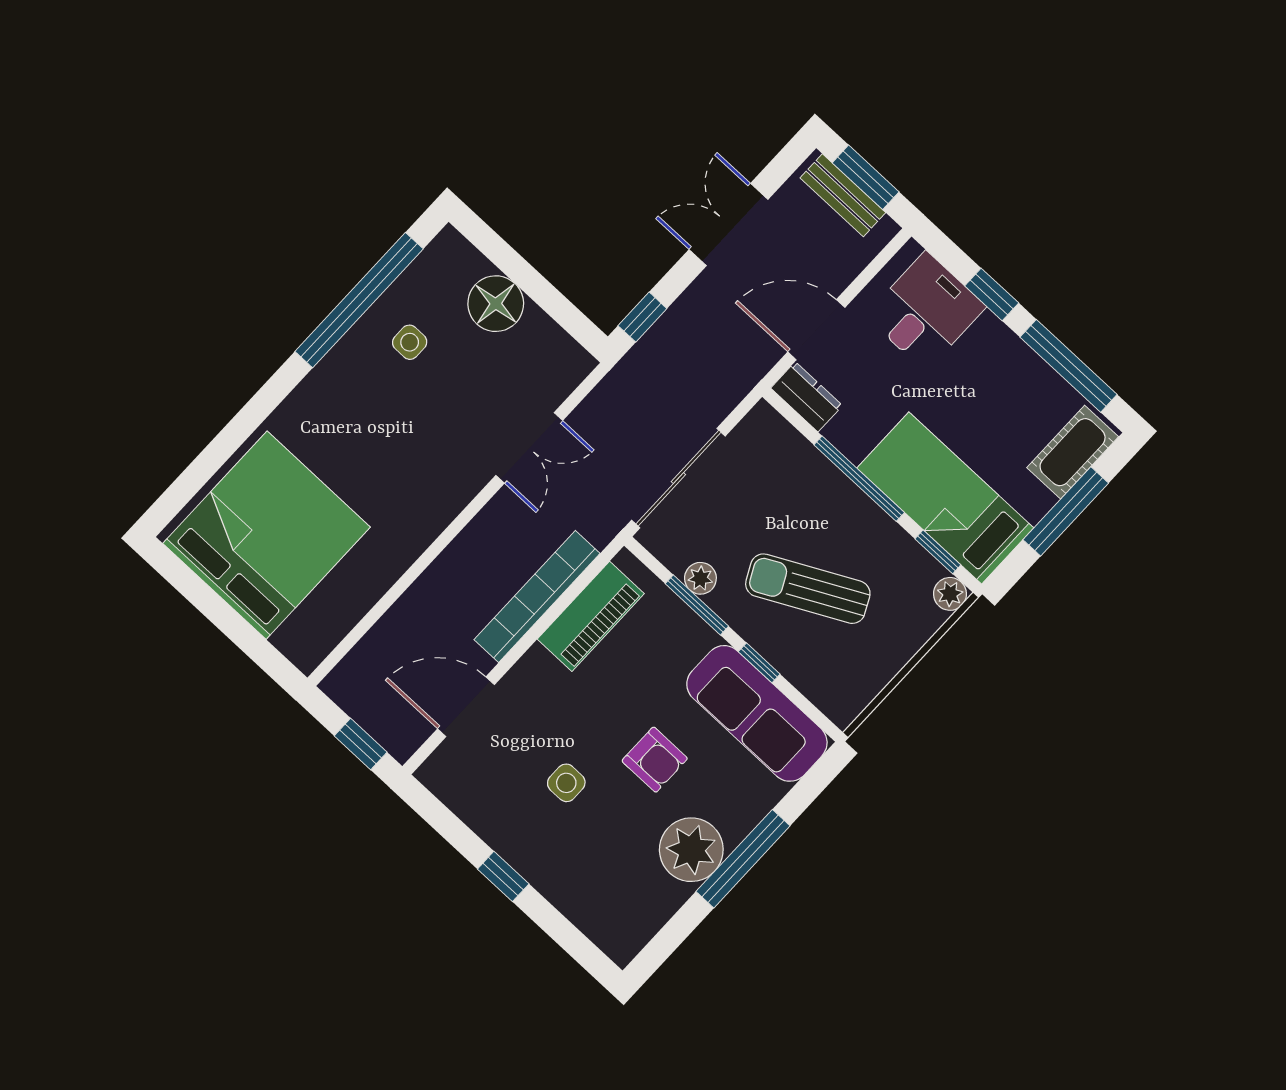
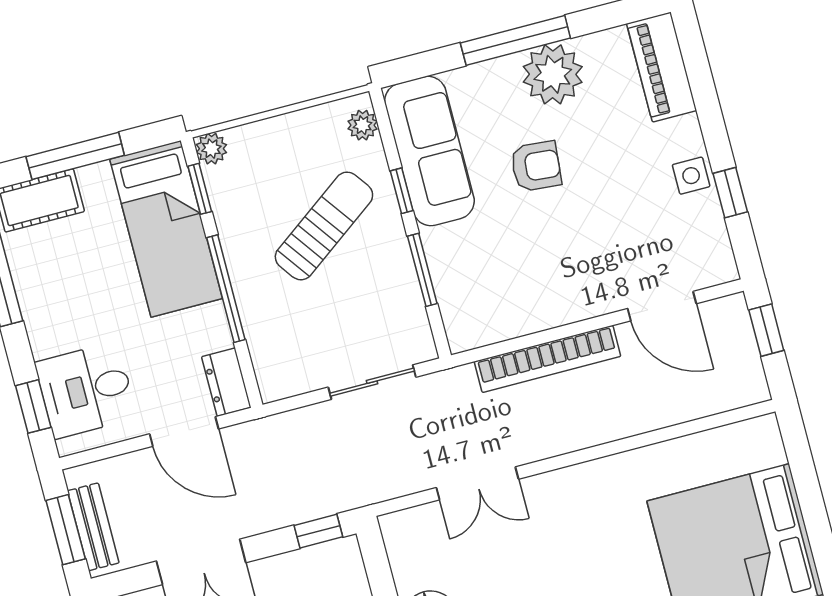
window: (992, 294) -> (33, 406), moved
double door: (529, 448) -> (477, 483), swing flipped
sliding door: (678, 478) -> (372, 382), width x0.73
plant: (700, 578) -> (363, 125), moved
sun lounger: (808, 589) -> (324, 226), turned -99
piano: (591, 616) -> (662, 67), moved, turned -90
armchair: (655, 760) -> (536, 166), turned 95
side table: (566, 783) -> (691, 176), moved
window: (503, 876) -> (730, 193), moved

